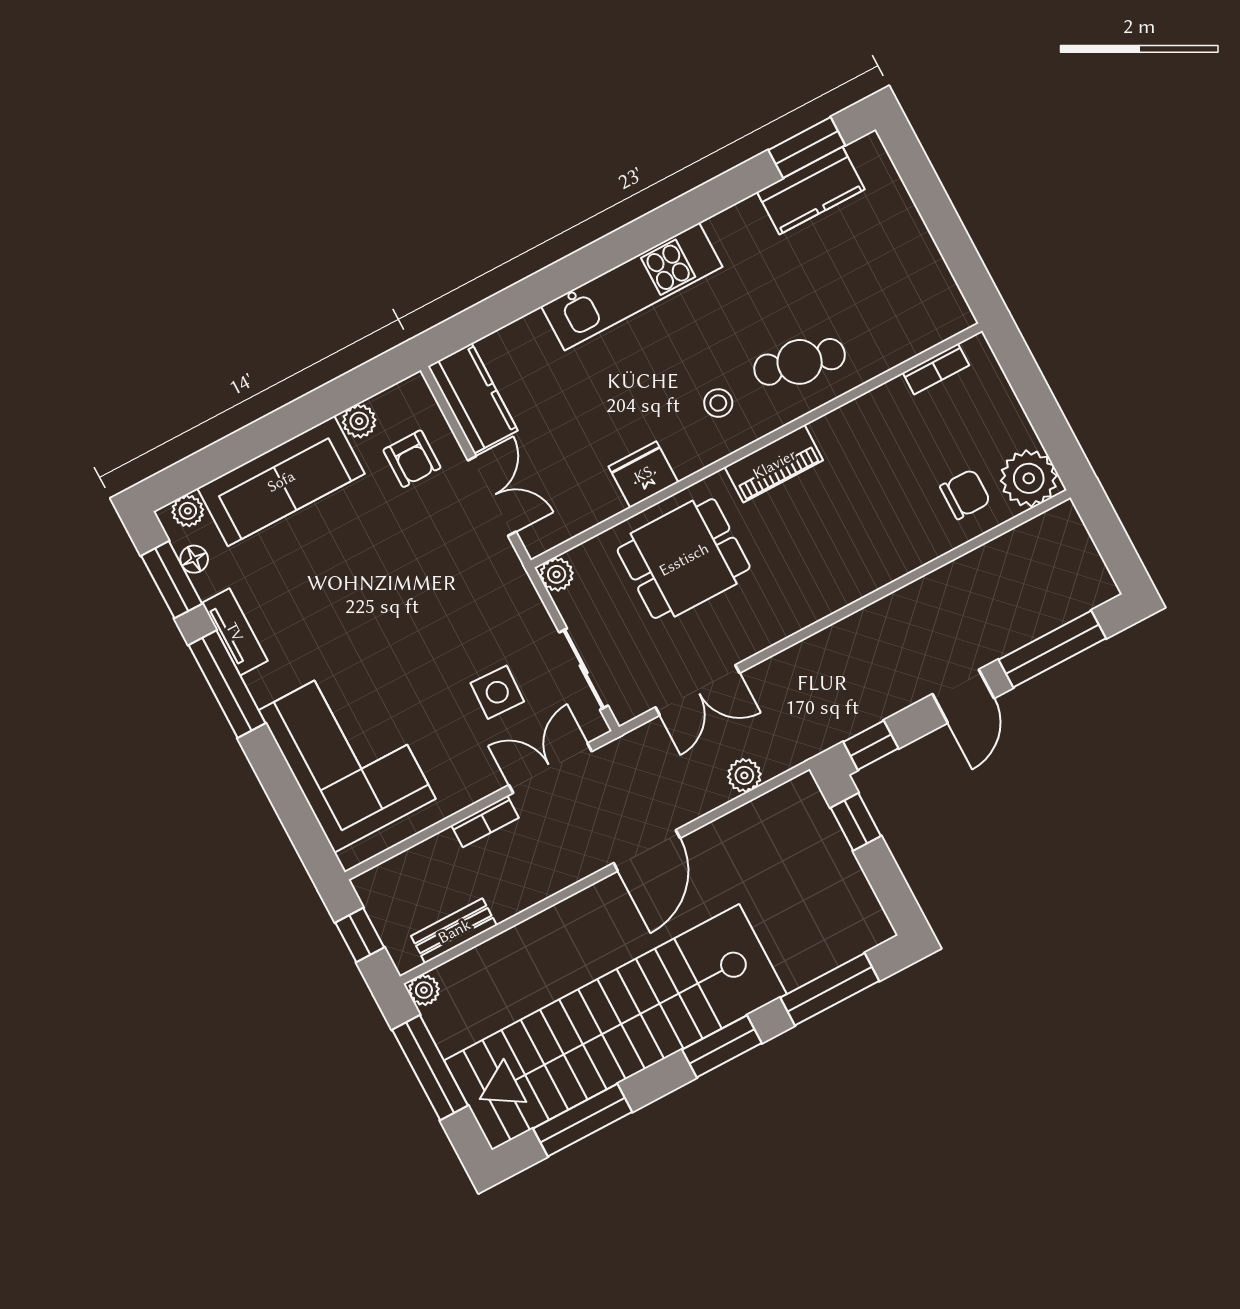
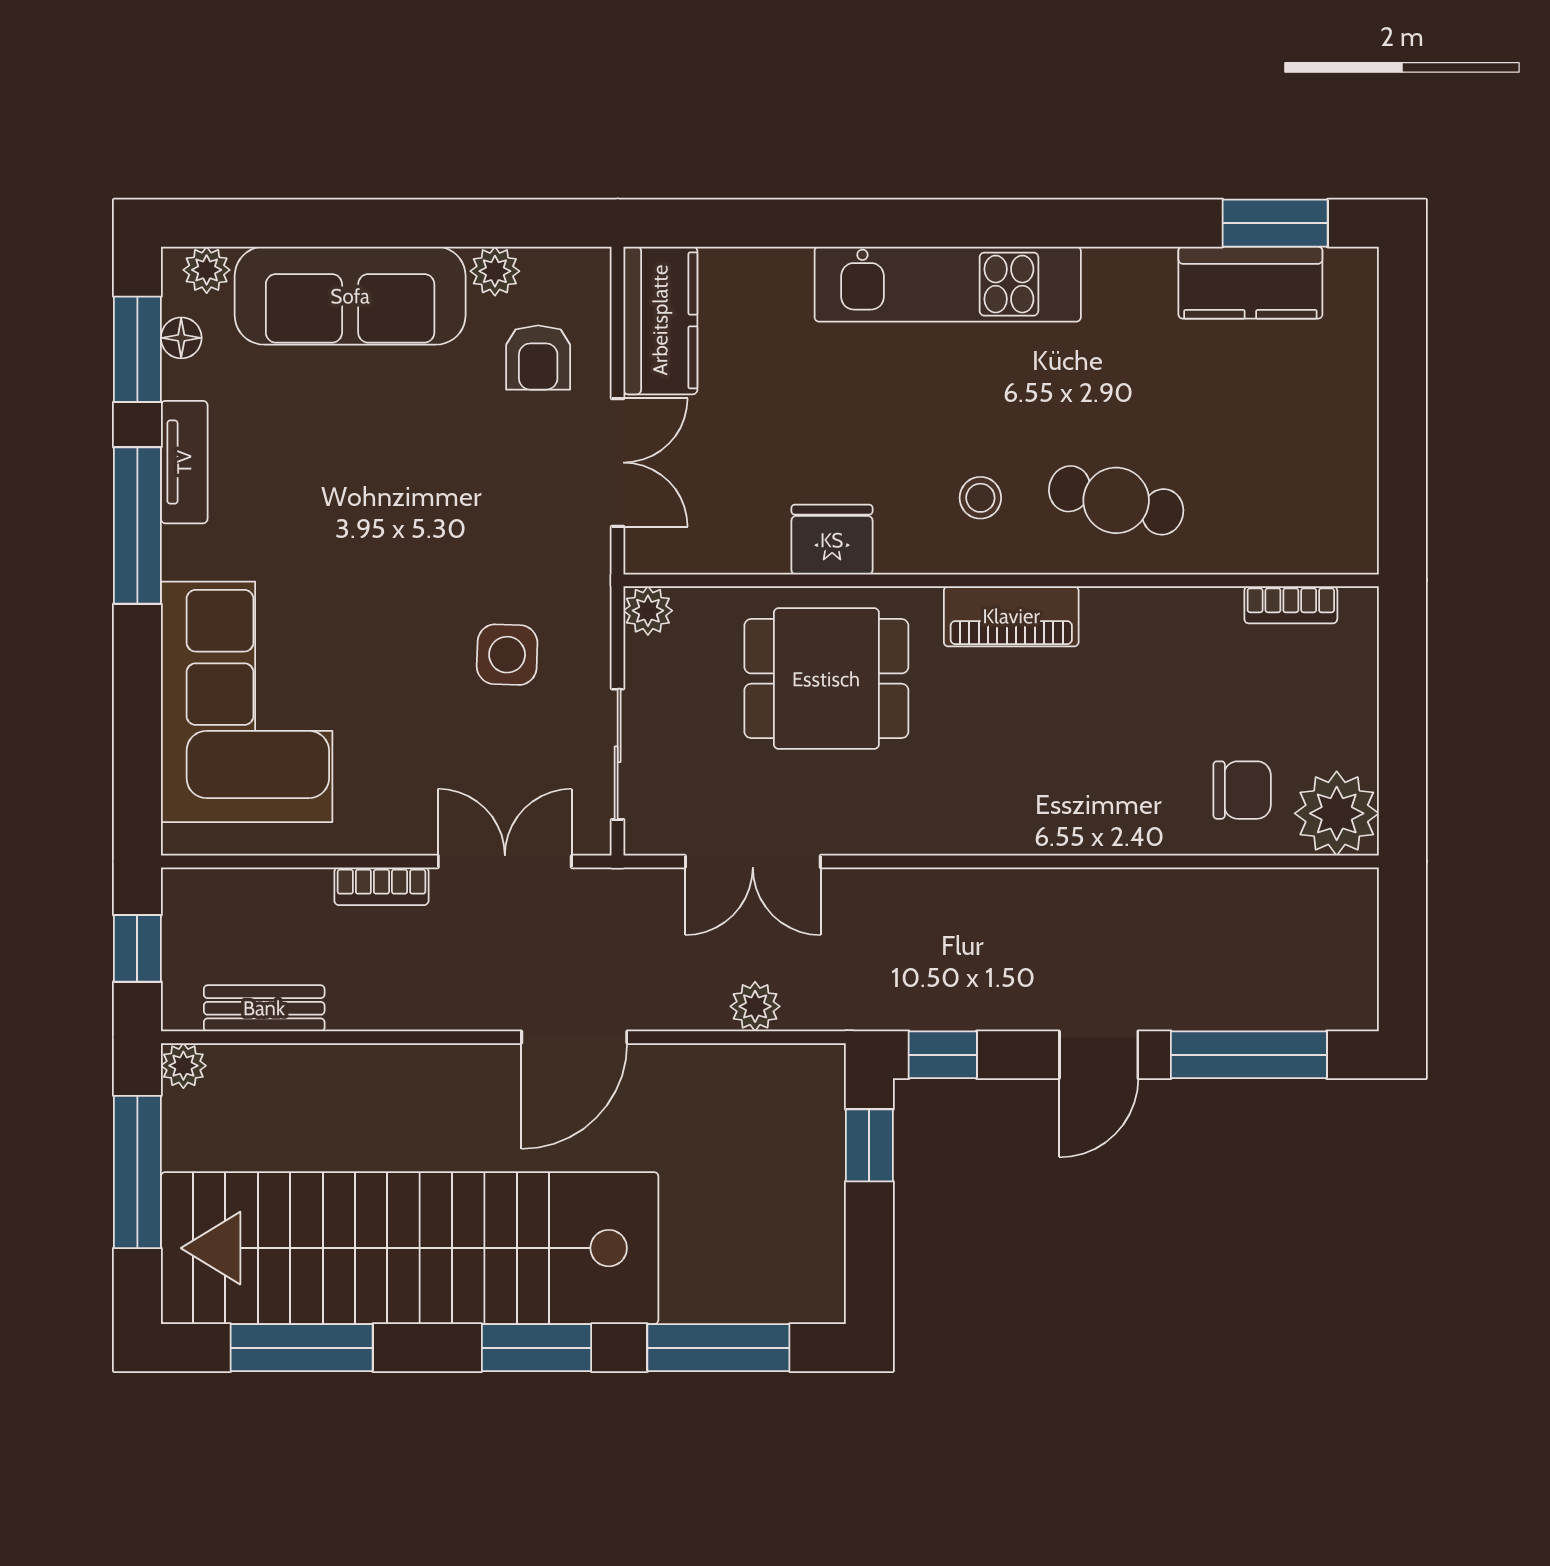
side table: (497, 692) -> (507, 655), moved

